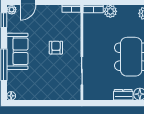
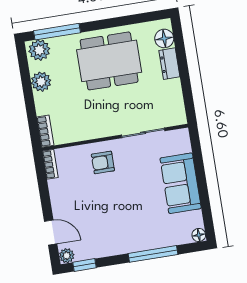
plant: (110, 11) -> (41, 82), moved
armchair: (56, 48) -> (103, 162), moved
sofa: (17, 51) -> (181, 183), moved, turned -90

